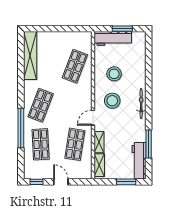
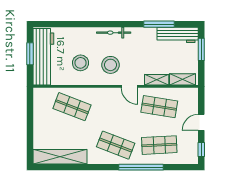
workbench: (113, 38) -> (43, 57), width x1.36, depth x1.32

